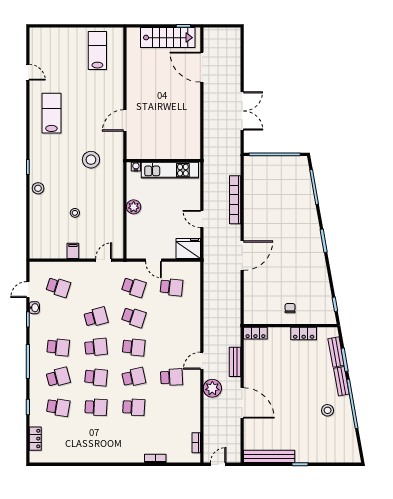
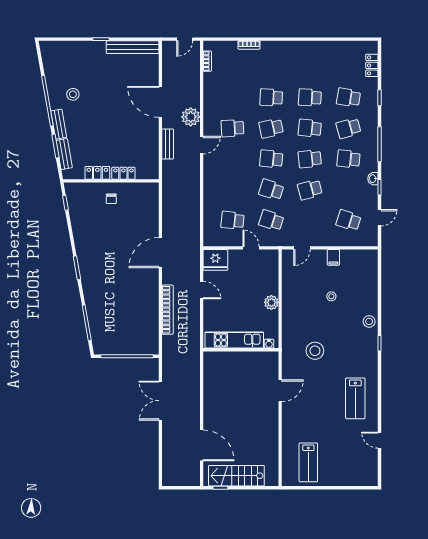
washbasin: (34, 308) -> (373, 179), moved
locker: (255, 333) -> (123, 173), moved

